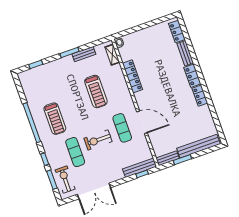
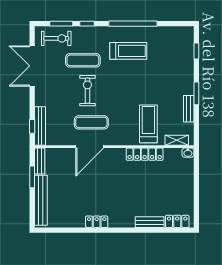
locker: (192, 76) -> (122, 221), removed
treadmill: (96, 91) -> (148, 124), moved, turned 90
treadmill: (55, 119) -> (128, 51), turned 180

